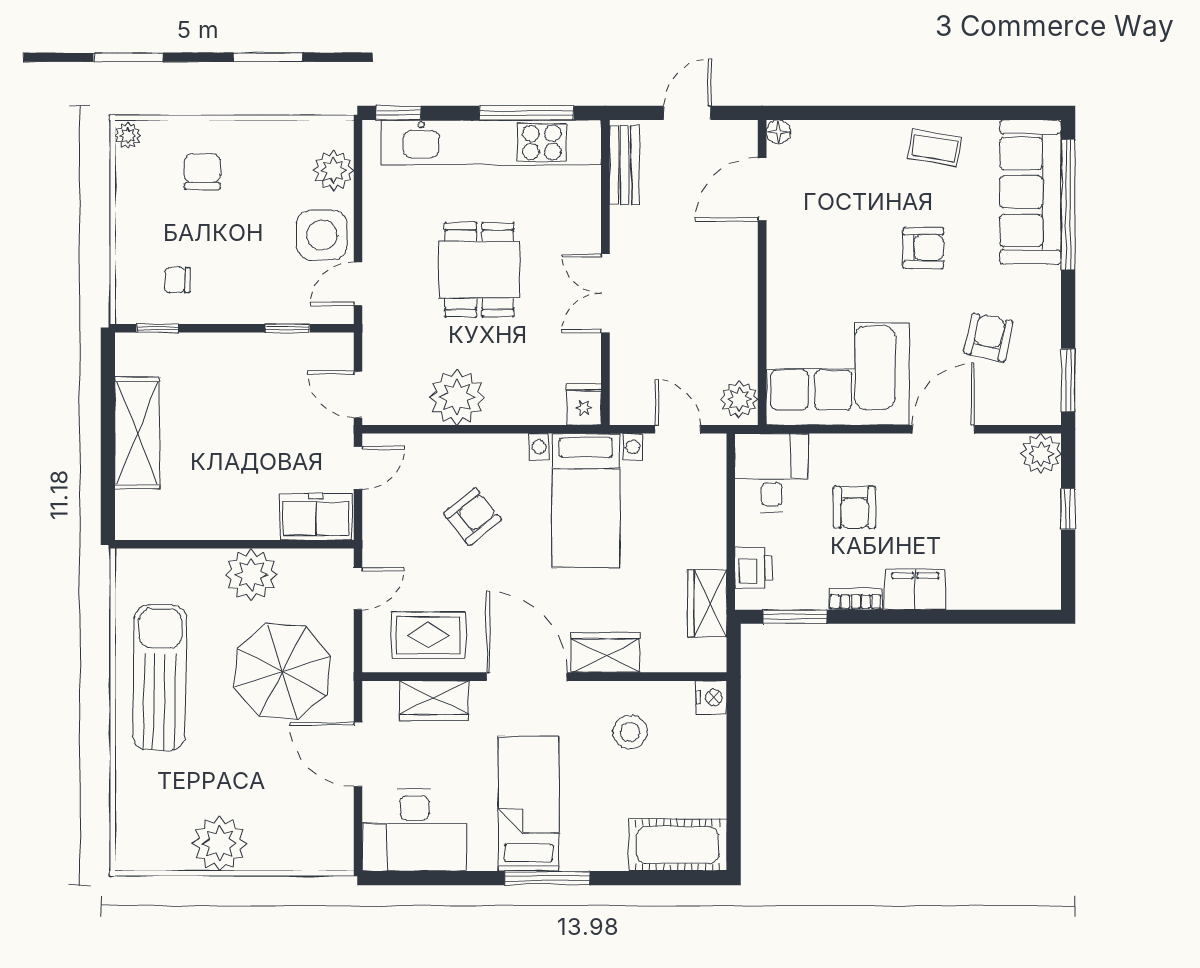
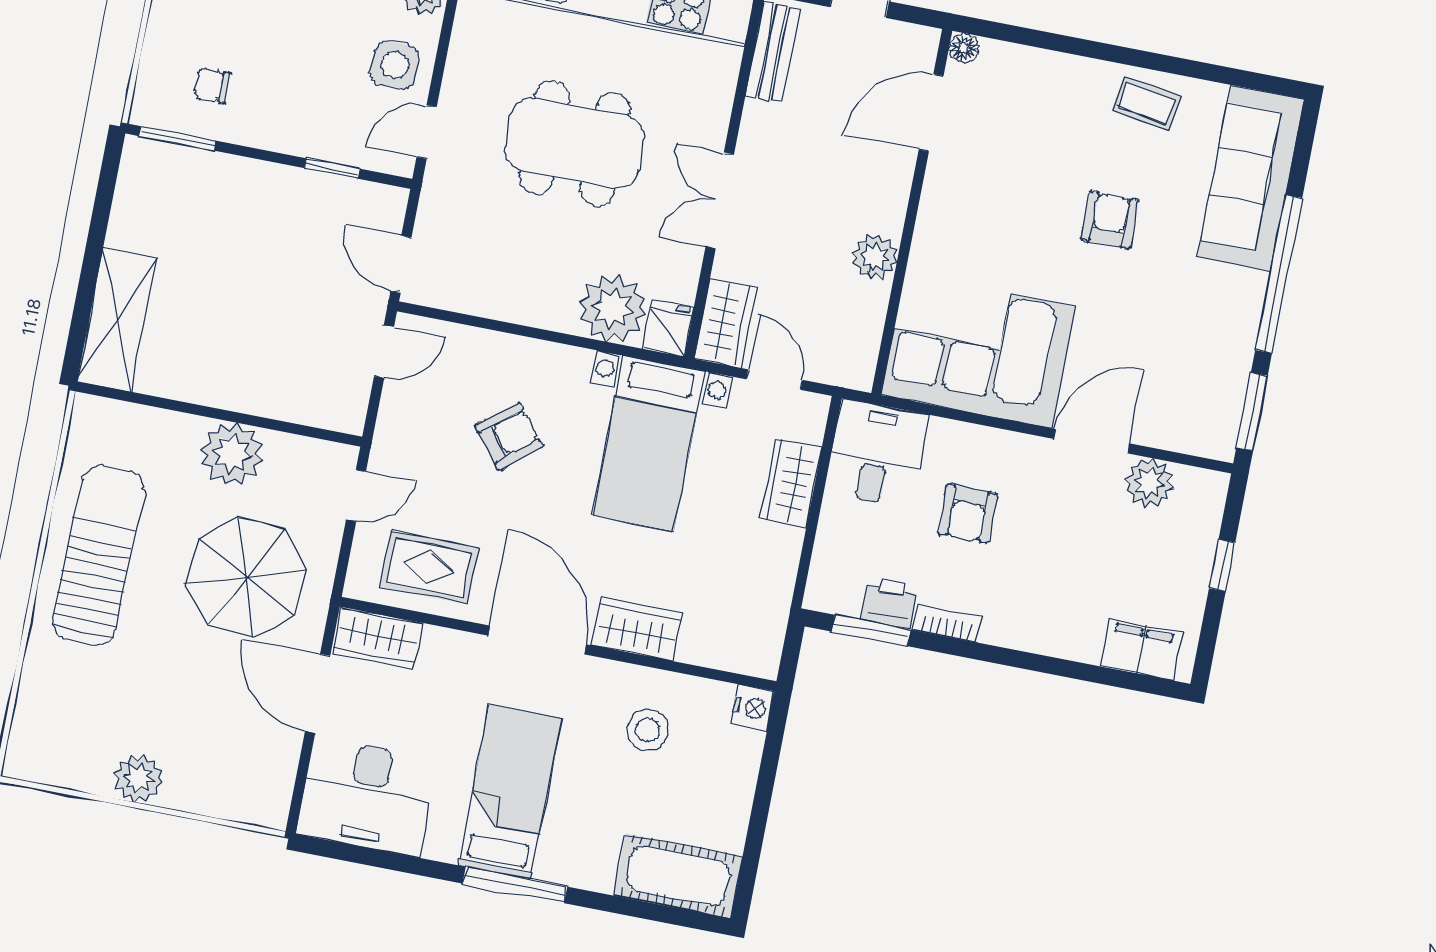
window: (1068, 205) -> (1279, 274), moved
side table: (322, 235) -> (395, 65), width x0.73, depth x0.73
armchair: (923, 248) -> (1110, 220), turned -90
dining table: (479, 270) -> (575, 143), width x1.38
window: (158, 328) -> (177, 138), width x1.50
armchair: (989, 337) -> (1167, 342), removed
wardrobe: (629, 392) -> (725, 323), added
plant: (457, 397) -> (613, 308), moved
plant: (739, 399) -> (875, 257), moved
shelving: (137, 433) -> (117, 320), moved
plant: (1041, 454) -> (1149, 483), moved
freezer: (316, 517) -> (322, 400), removed
printer: (754, 568) -> (889, 602), moved, turned -90
filing cabinet: (915, 590) -> (1141, 650), moved
wardrobe: (707, 603) -> (791, 483), moved
wardrobe: (434, 701) -> (378, 639), moved
plant: (220, 843) -> (139, 778), width x0.73, depth x0.73

